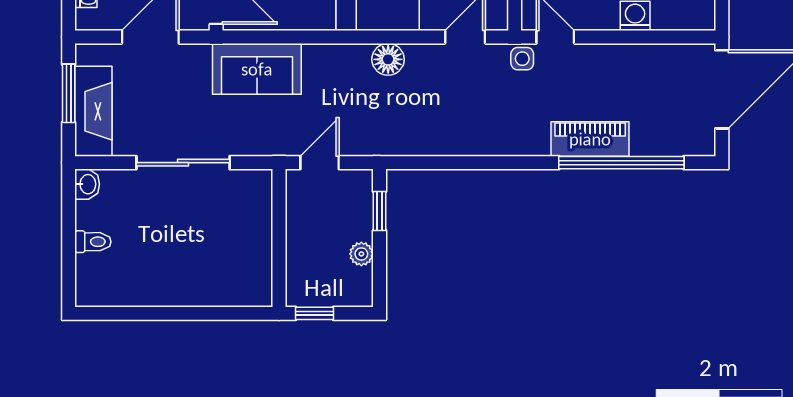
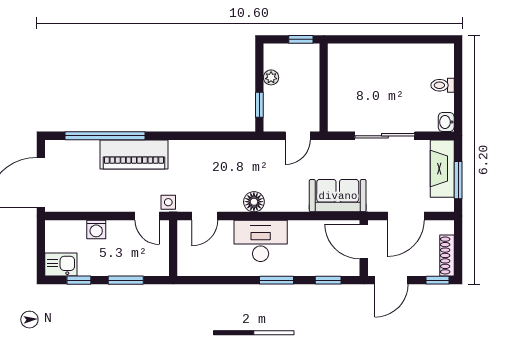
piano: (590, 139) -> (134, 154), width x1.37, depth x1.33

